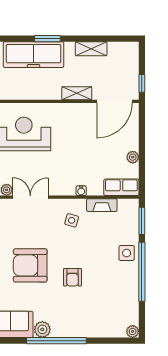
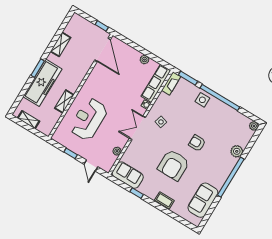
shelving: (77, 93) -> (64, 101), moved
row of seats: (121, 187) -> (156, 83), width x1.48
double door: (30, 197) -> (137, 128), moved
fireplace: (102, 205) -> (171, 83), moved
armchair: (72, 277) -> (197, 143), turned 180
plant: (42, 329) -> (237, 151), moved

